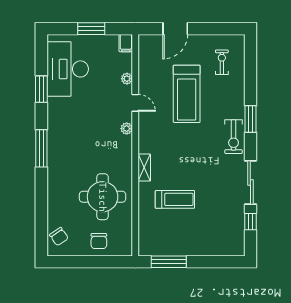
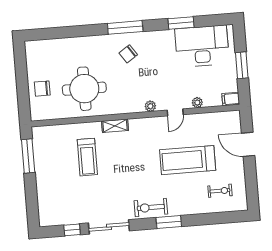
chair: (59, 237) -> (128, 54), moved

